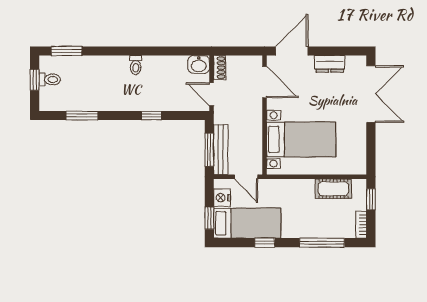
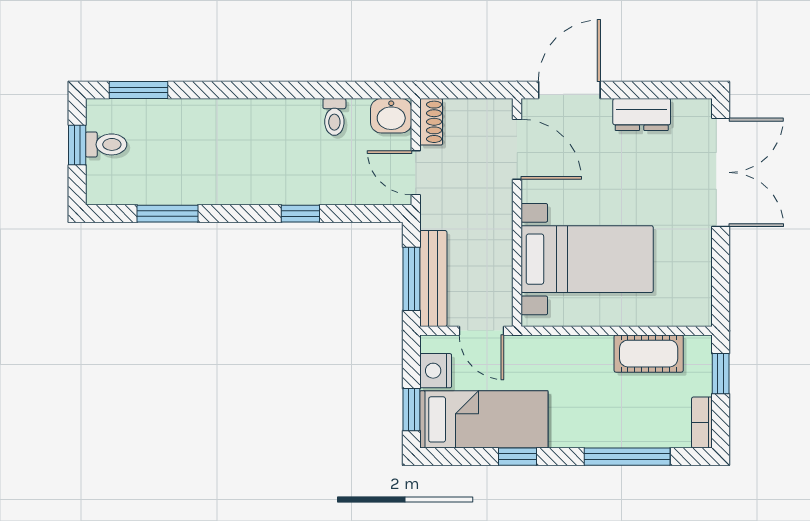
toilet: (136, 65) -> (334, 117), moved

